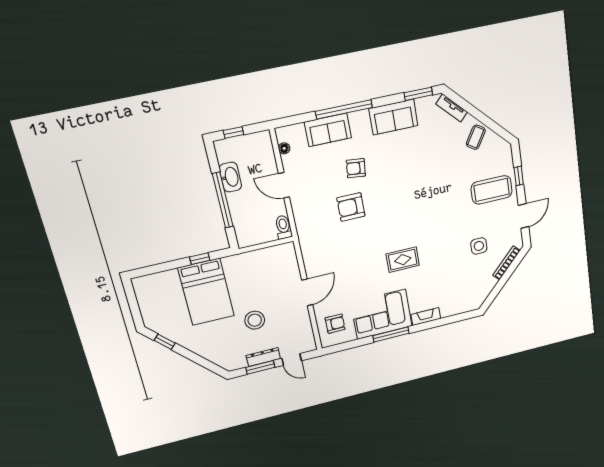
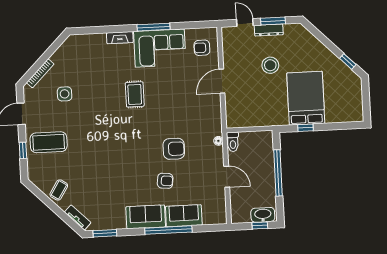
sofa: (393, 117) -> (146, 217), moved
floor lamp: (284, 148) -> (218, 141), moved
washbasin: (230, 177) -> (263, 215), moved, turned 90
rug: (403, 260) -> (135, 94), turned 90

